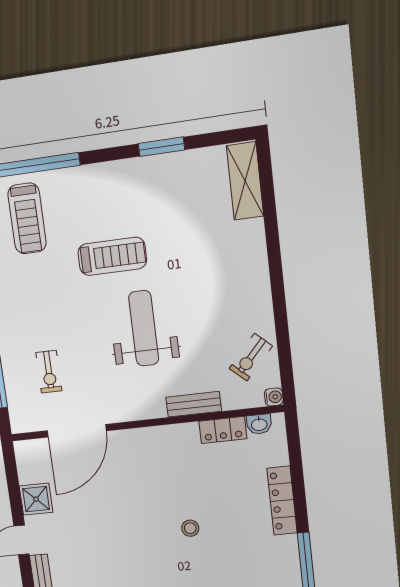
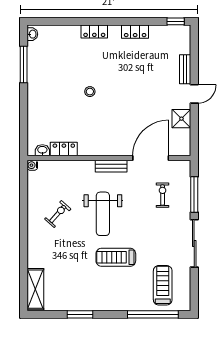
exercise bike: (251, 357) -> (58, 214), moved
bench: (194, 404) -> (111, 166), moved
locker: (282, 501) -> (34, 103), removed

